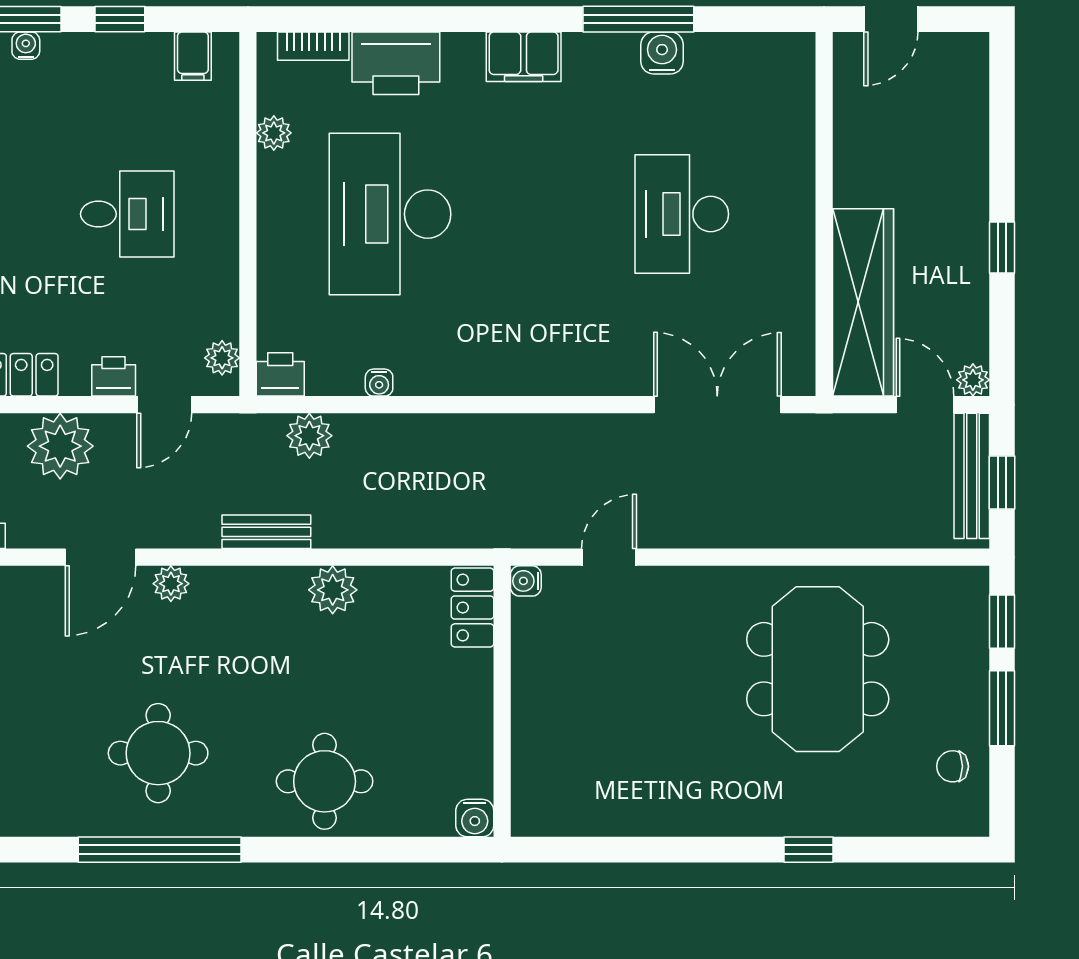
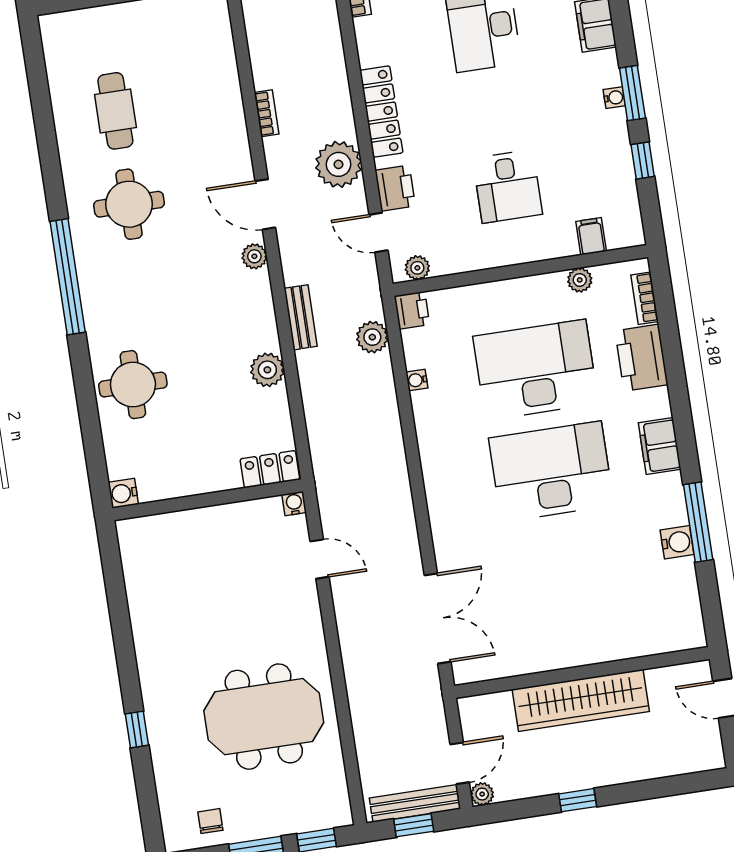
filing cabinet: (193, 56) -> (591, 236), moved, turned 90
desk: (682, 214) -> (551, 471), moved, width x1.36, depth x1.30
wardrobe: (863, 302) -> (581, 700), moved
printer: (114, 376) -> (395, 188), width x1.36, depth x1.24
round table: (158, 753) -> (129, 204), moved

